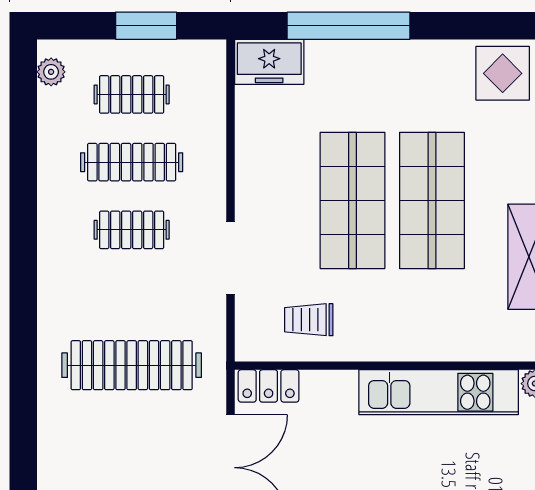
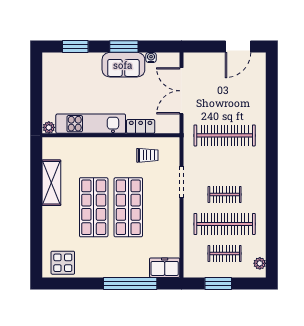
clothes rail: (132, 162) -> (225, 224), width x1.37, depth x1.31
locker: (269, 386) -> (141, 126), moved

